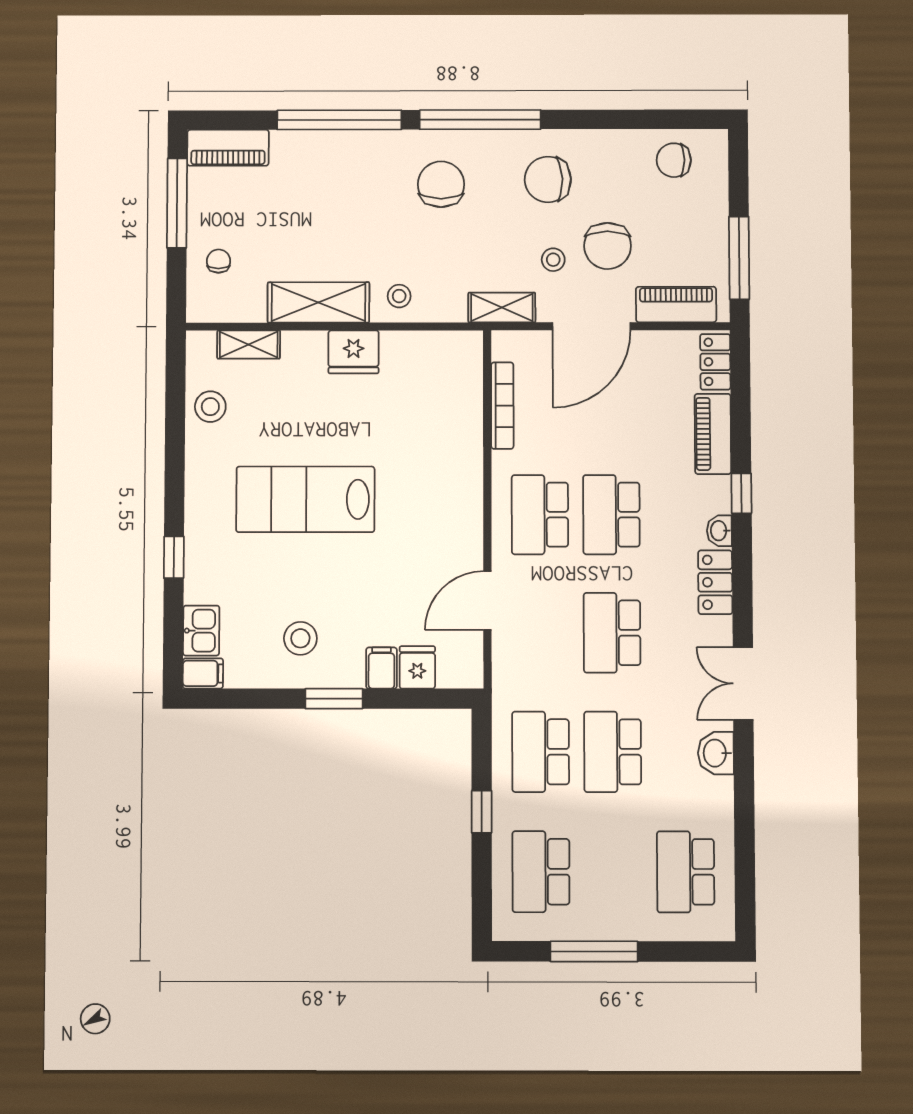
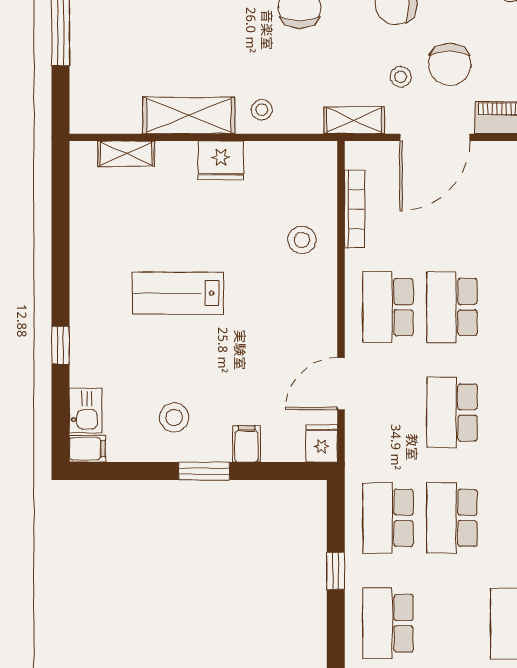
chair: (219, 261) -> (98, 78), removed
stool: (210, 407) -> (302, 240), moved
lab bench: (305, 499) -> (178, 293), width x0.73, depth x0.72
fridge: (417, 667) -> (322, 443), moved

